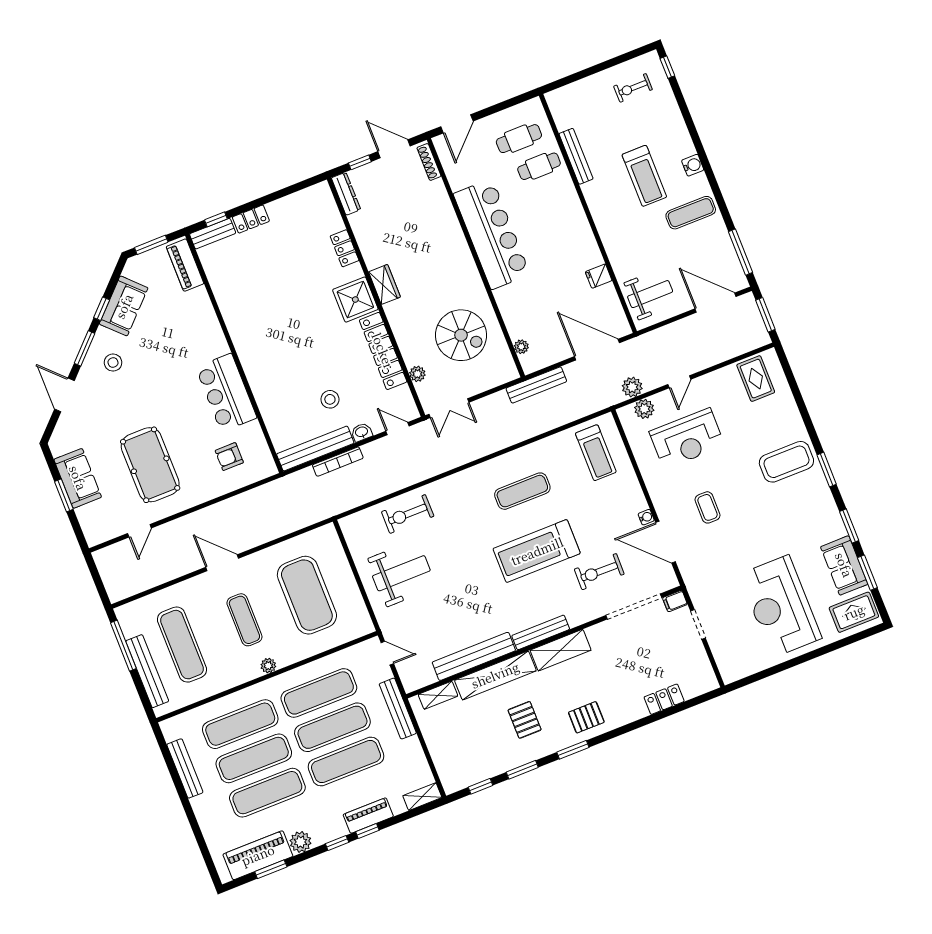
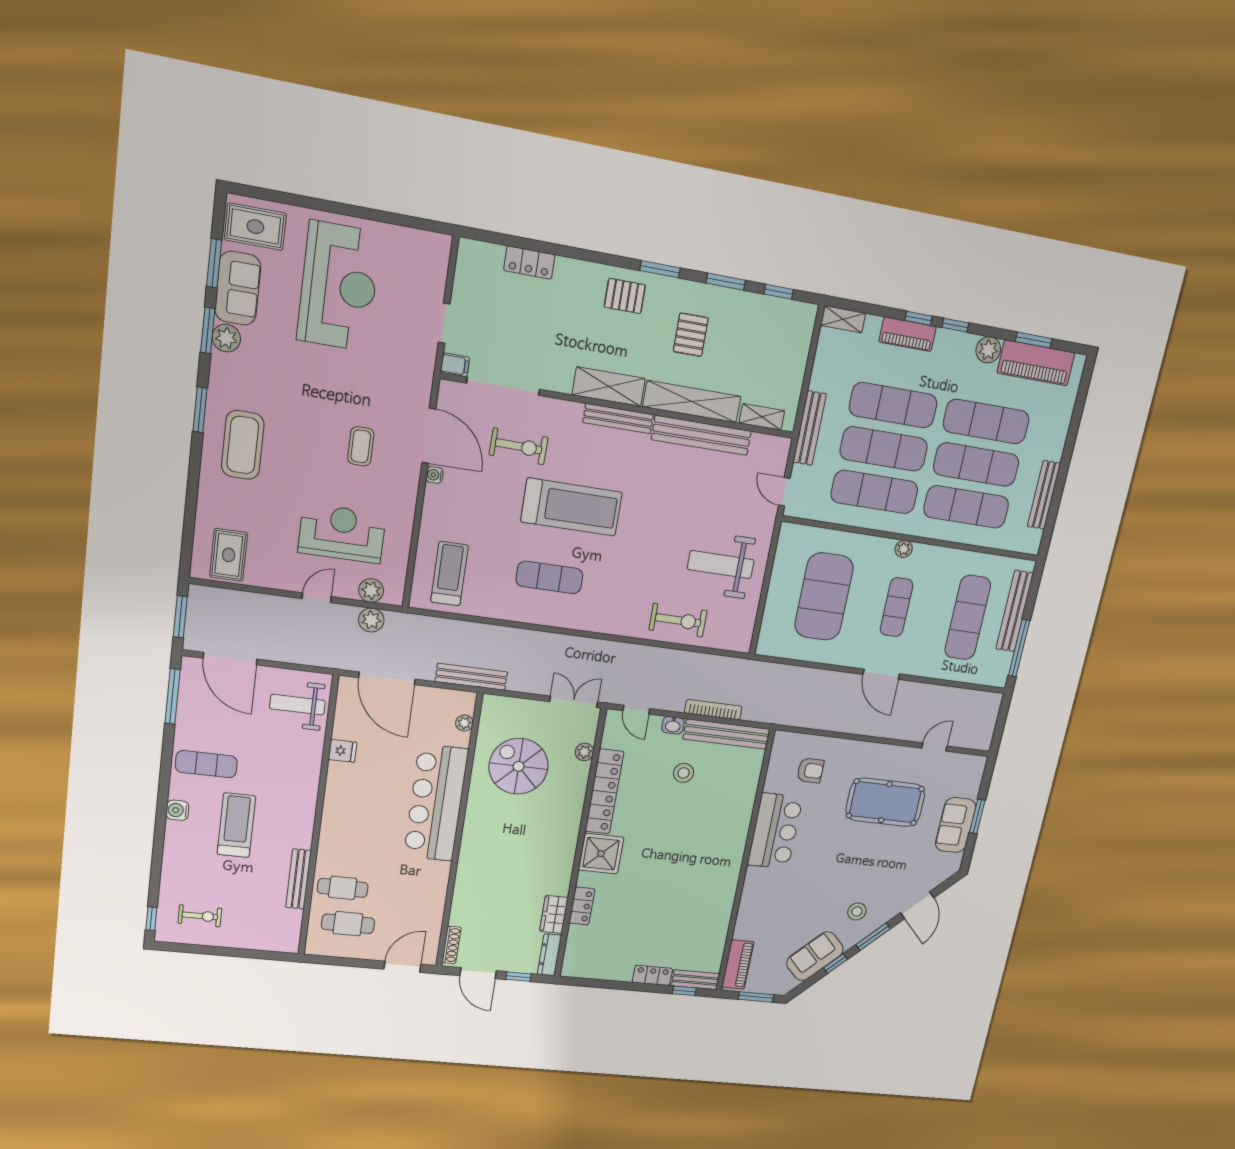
bar counter: (492, 234) -> (436, 803), moved
wardrobe: (384, 284) -> (554, 914), moved
coffee table: (786, 462) -> (243, 445), turned 90
pool table: (150, 465) -> (885, 802), turned 90
plant: (835, 528) -> (226, 338), added

